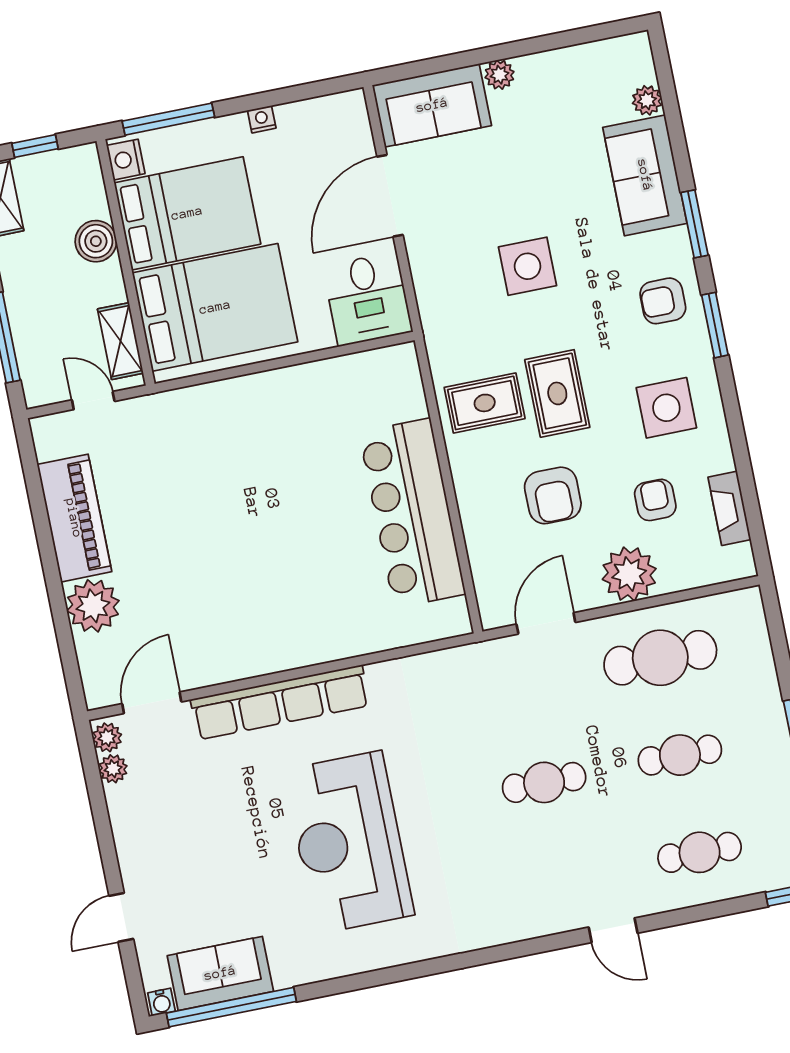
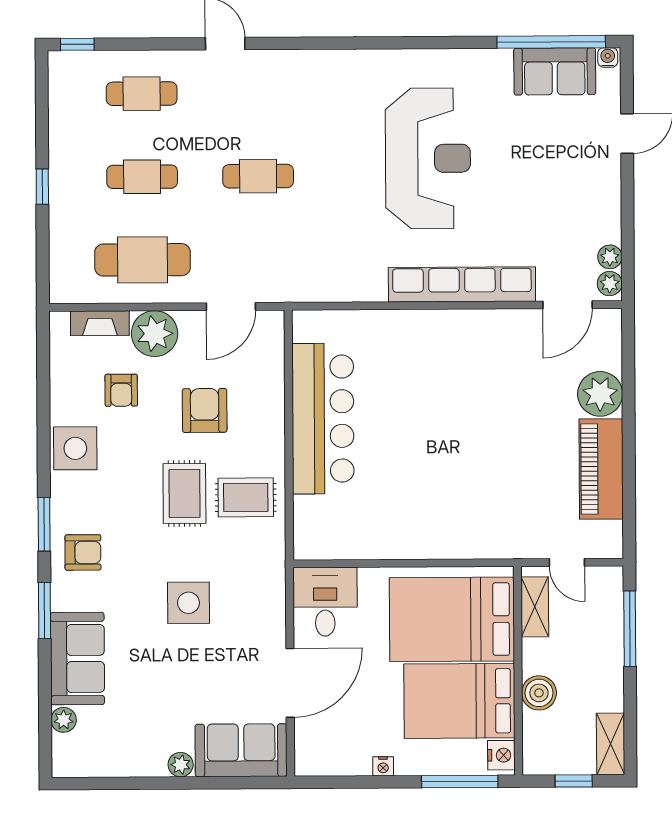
side table: (666, 408) -> (75, 448), moved
fireplace: (729, 508) -> (100, 323), moved, turned 90

